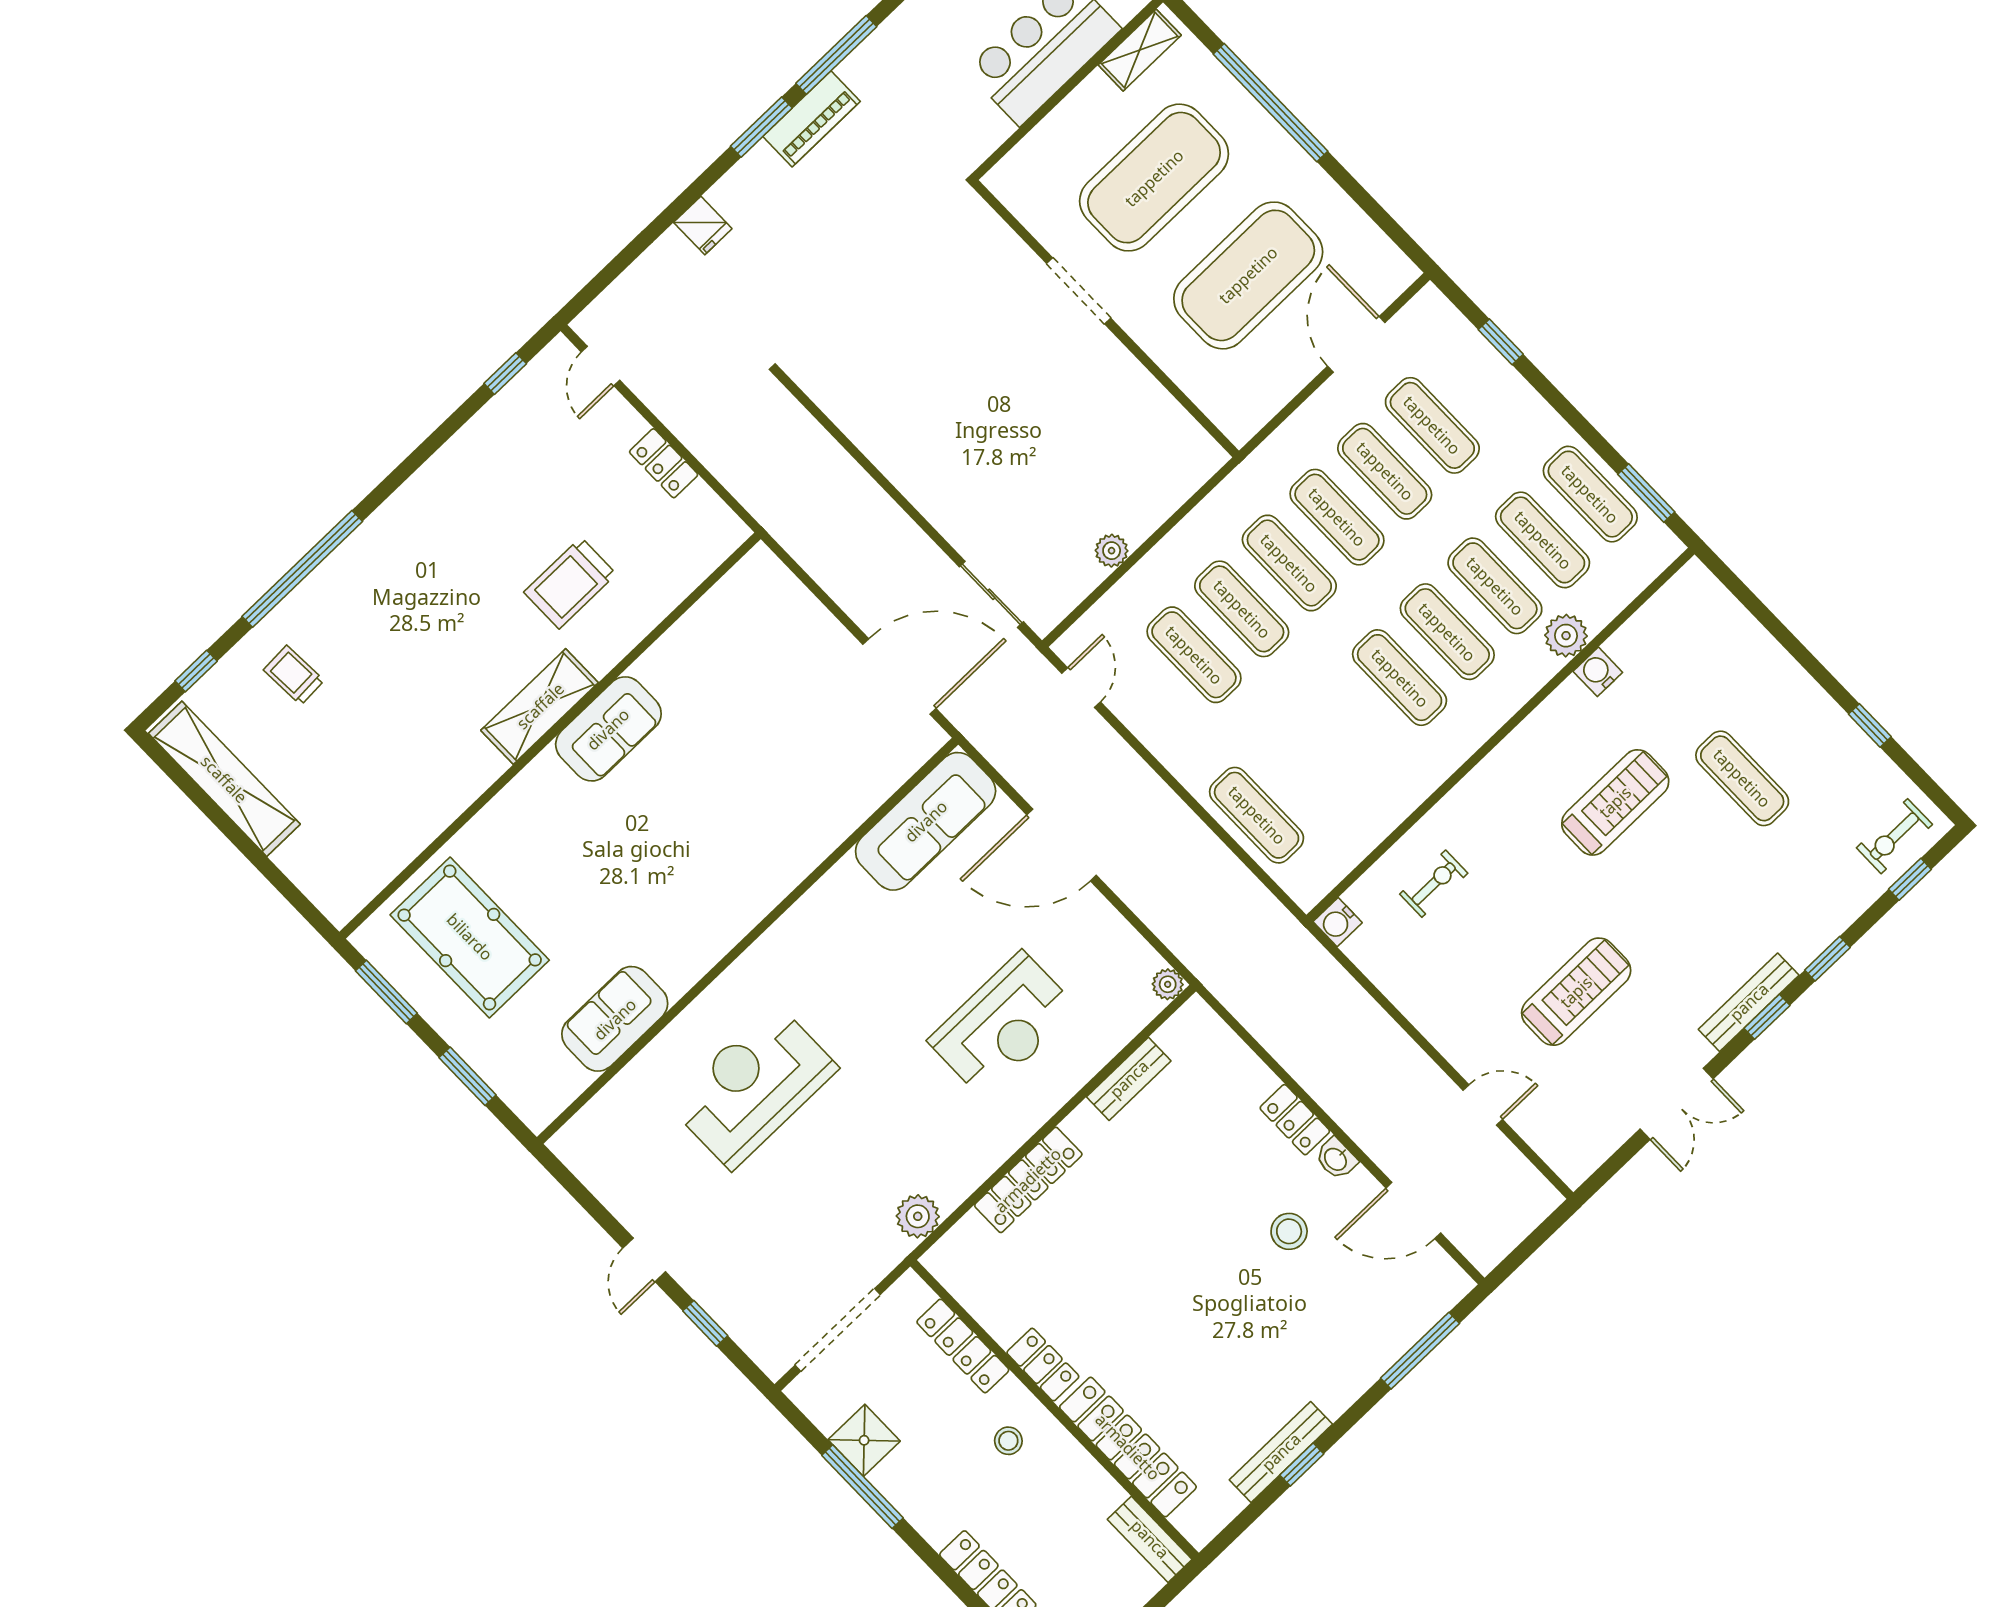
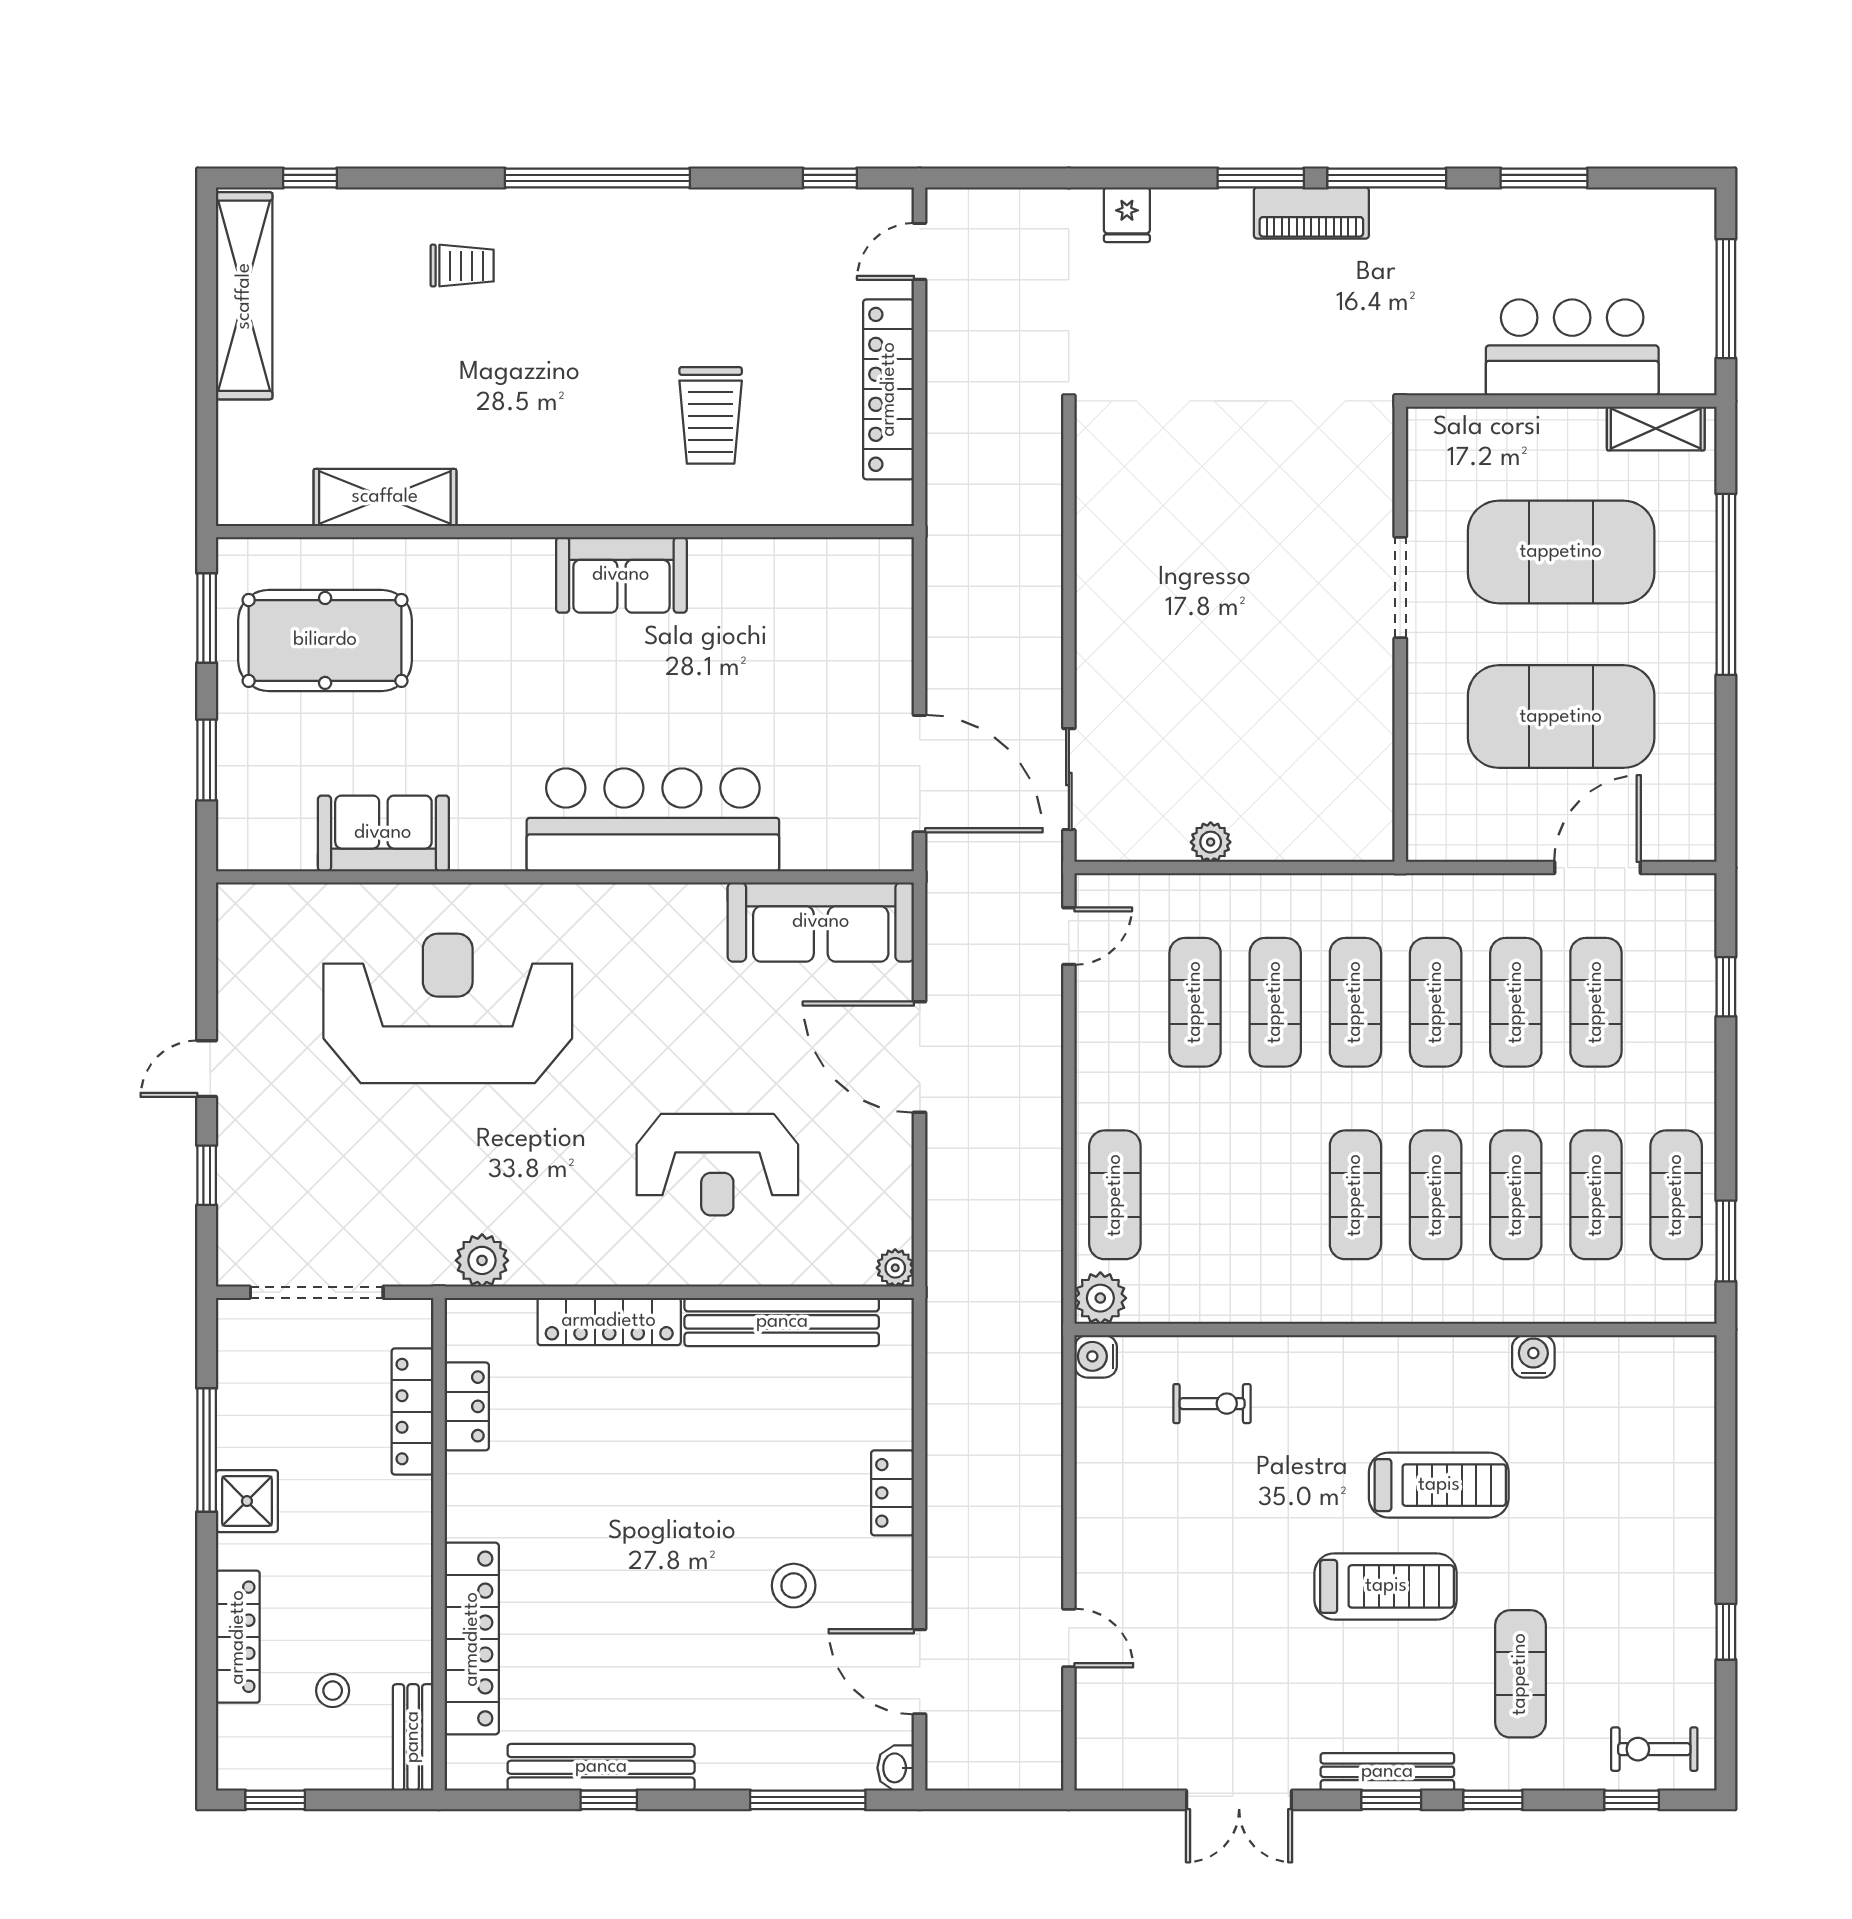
locker: (664, 463) -> (889, 389), width x2.16, depth x1.21
window: (302, 569) -> (597, 178), moved
trolley: (570, 583) -> (711, 415), turned -90
plant: (1566, 636) -> (1100, 1298), moved
trolley: (294, 675) -> (462, 266), moved, turned 93
shelving: (540, 706) -> (385, 497), moved
exercise mat: (1742, 778) -> (1520, 1674), moved
bar counter: (767, 857) -> (653, 820), added
pool table: (470, 937) -> (325, 640), turned 90
treadmill: (1576, 992) -> (1386, 1586), moved
bench: (1129, 1079) -> (782, 1322), width x1.86, depth x1.21
reception desk: (753, 1086) -> (448, 1008), width x1.36, depth x1.30
washbasin: (1336, 1159) -> (896, 1768), moved
locker: (1043, 1365) -> (467, 1406), moved
shower: (864, 1440) -> (247, 1501), moved
stool: (1008, 1441) -> (333, 1691), moved
bench: (1281, 1452) -> (601, 1767), width x1.37, depth x1.21

